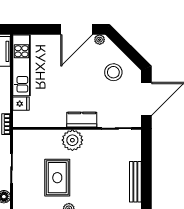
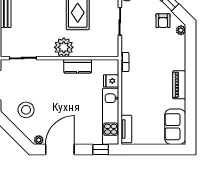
window: (32, 29) -> (101, 149), added
kitchen counter: (82, 120) -> (78, 66), moved

